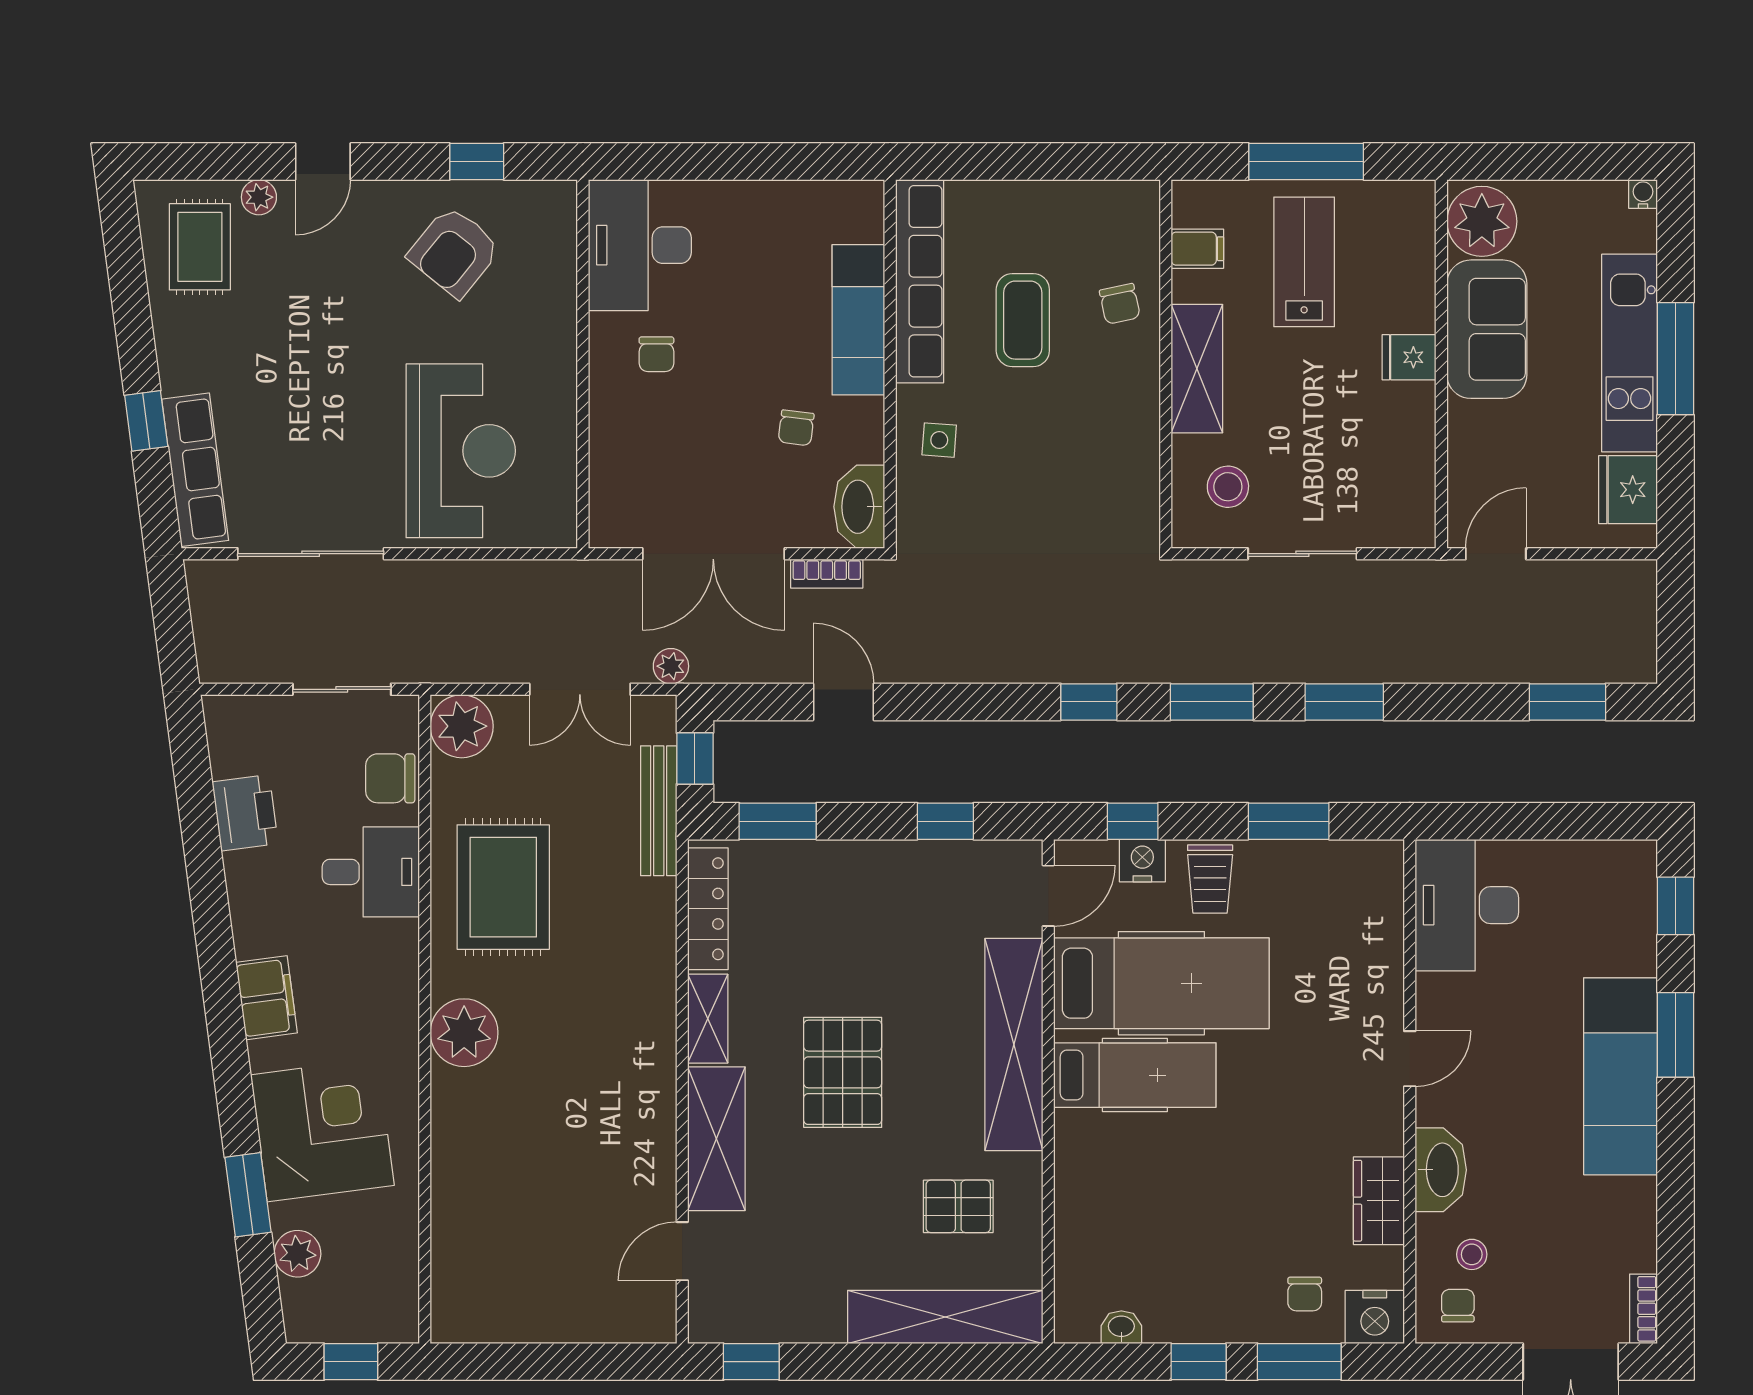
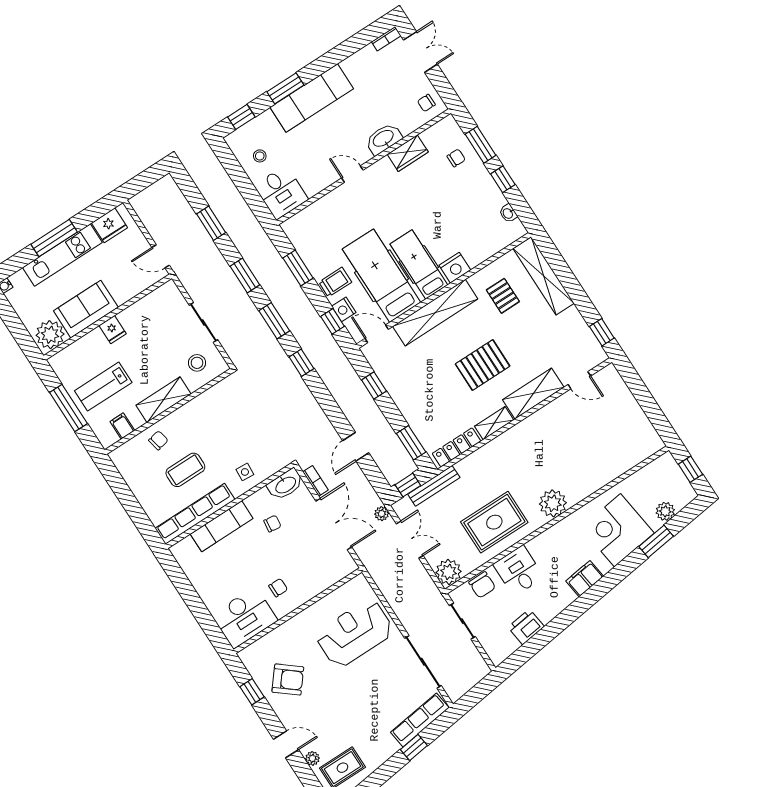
window: (1567, 702) -> (211, 223), moved
desk: (1467, 905) -> (281, 192), width x0.73
stool: (1472, 1254) -> (260, 156), moved
nightstand: (1375, 1317) -> (455, 268), moved, turned 90

